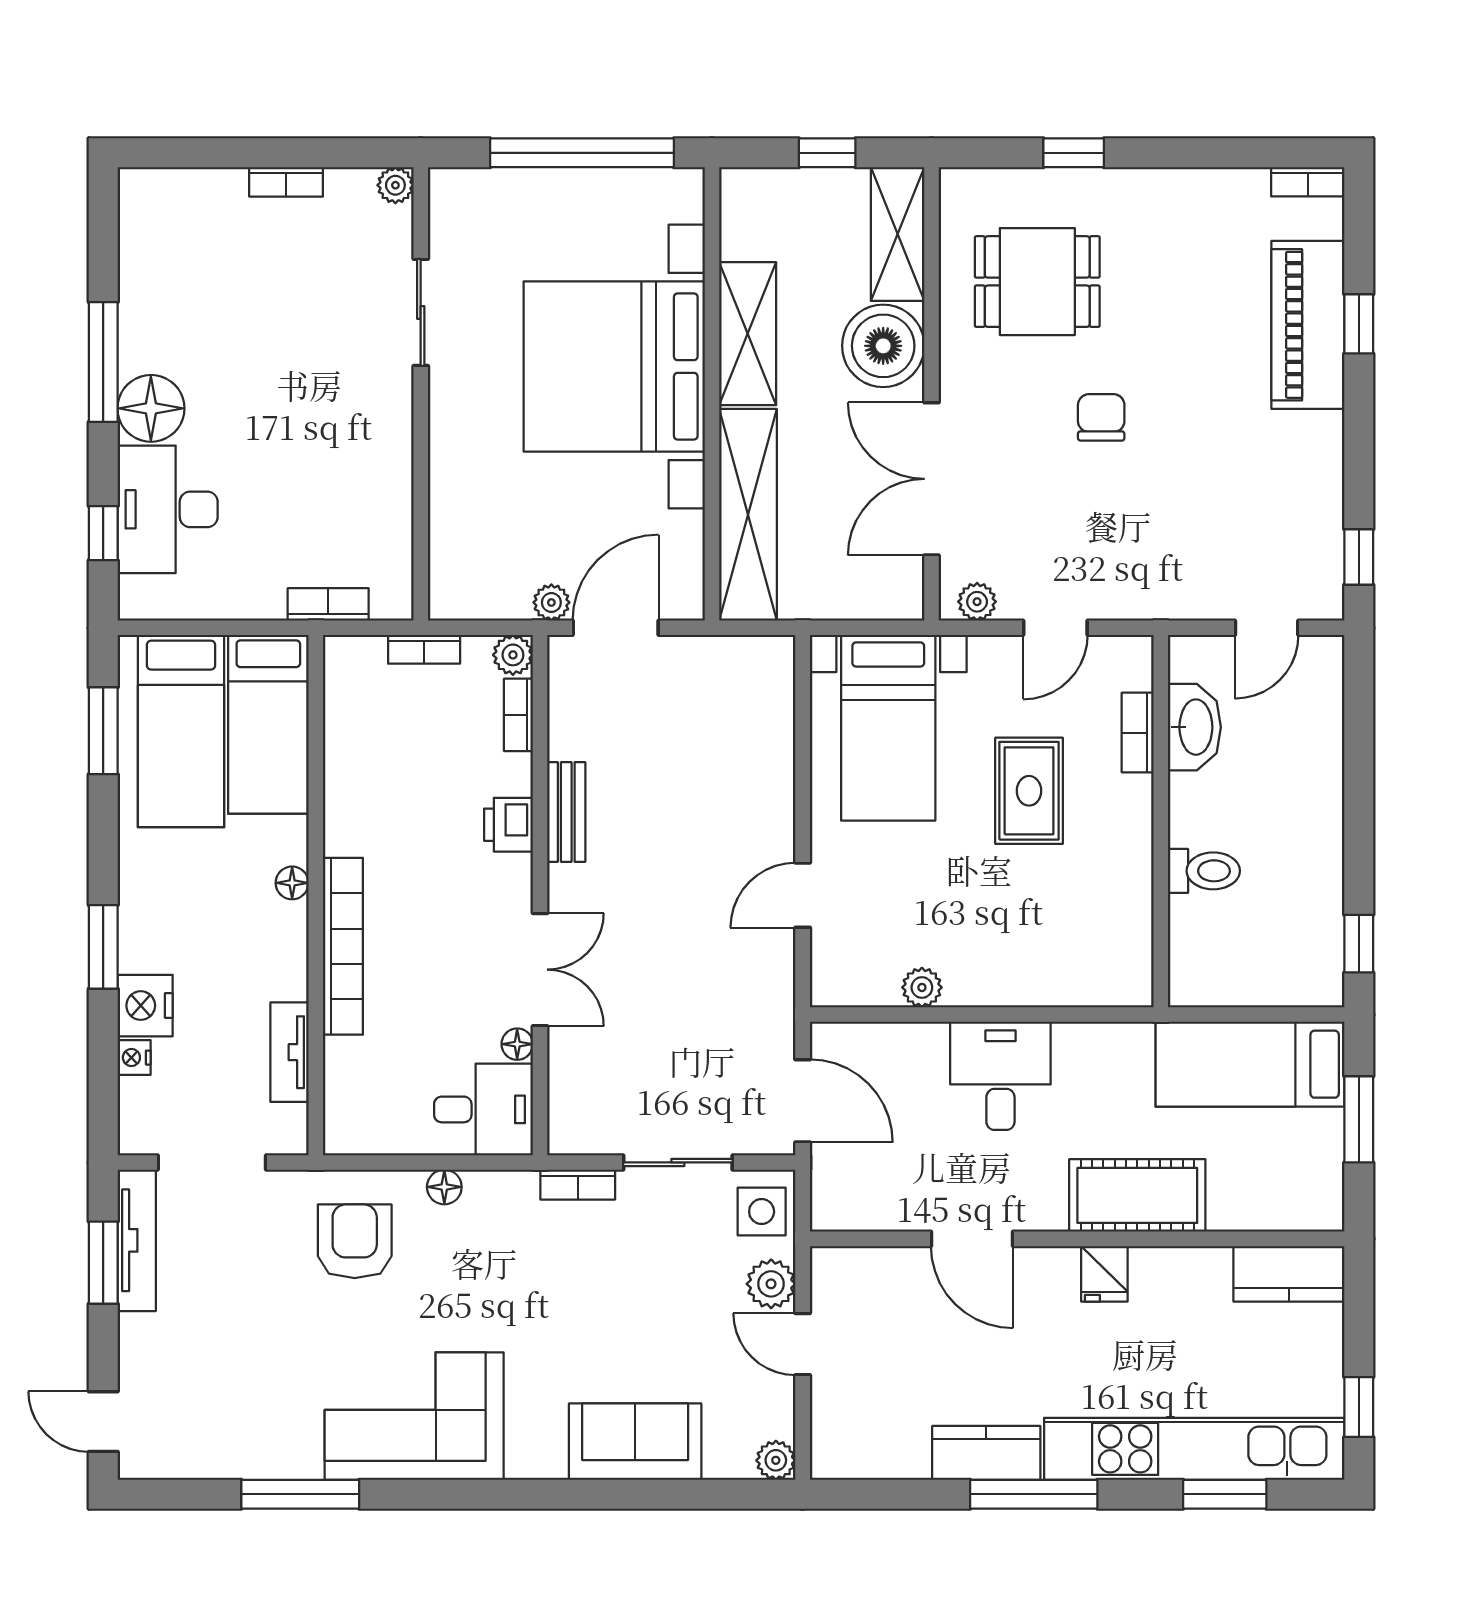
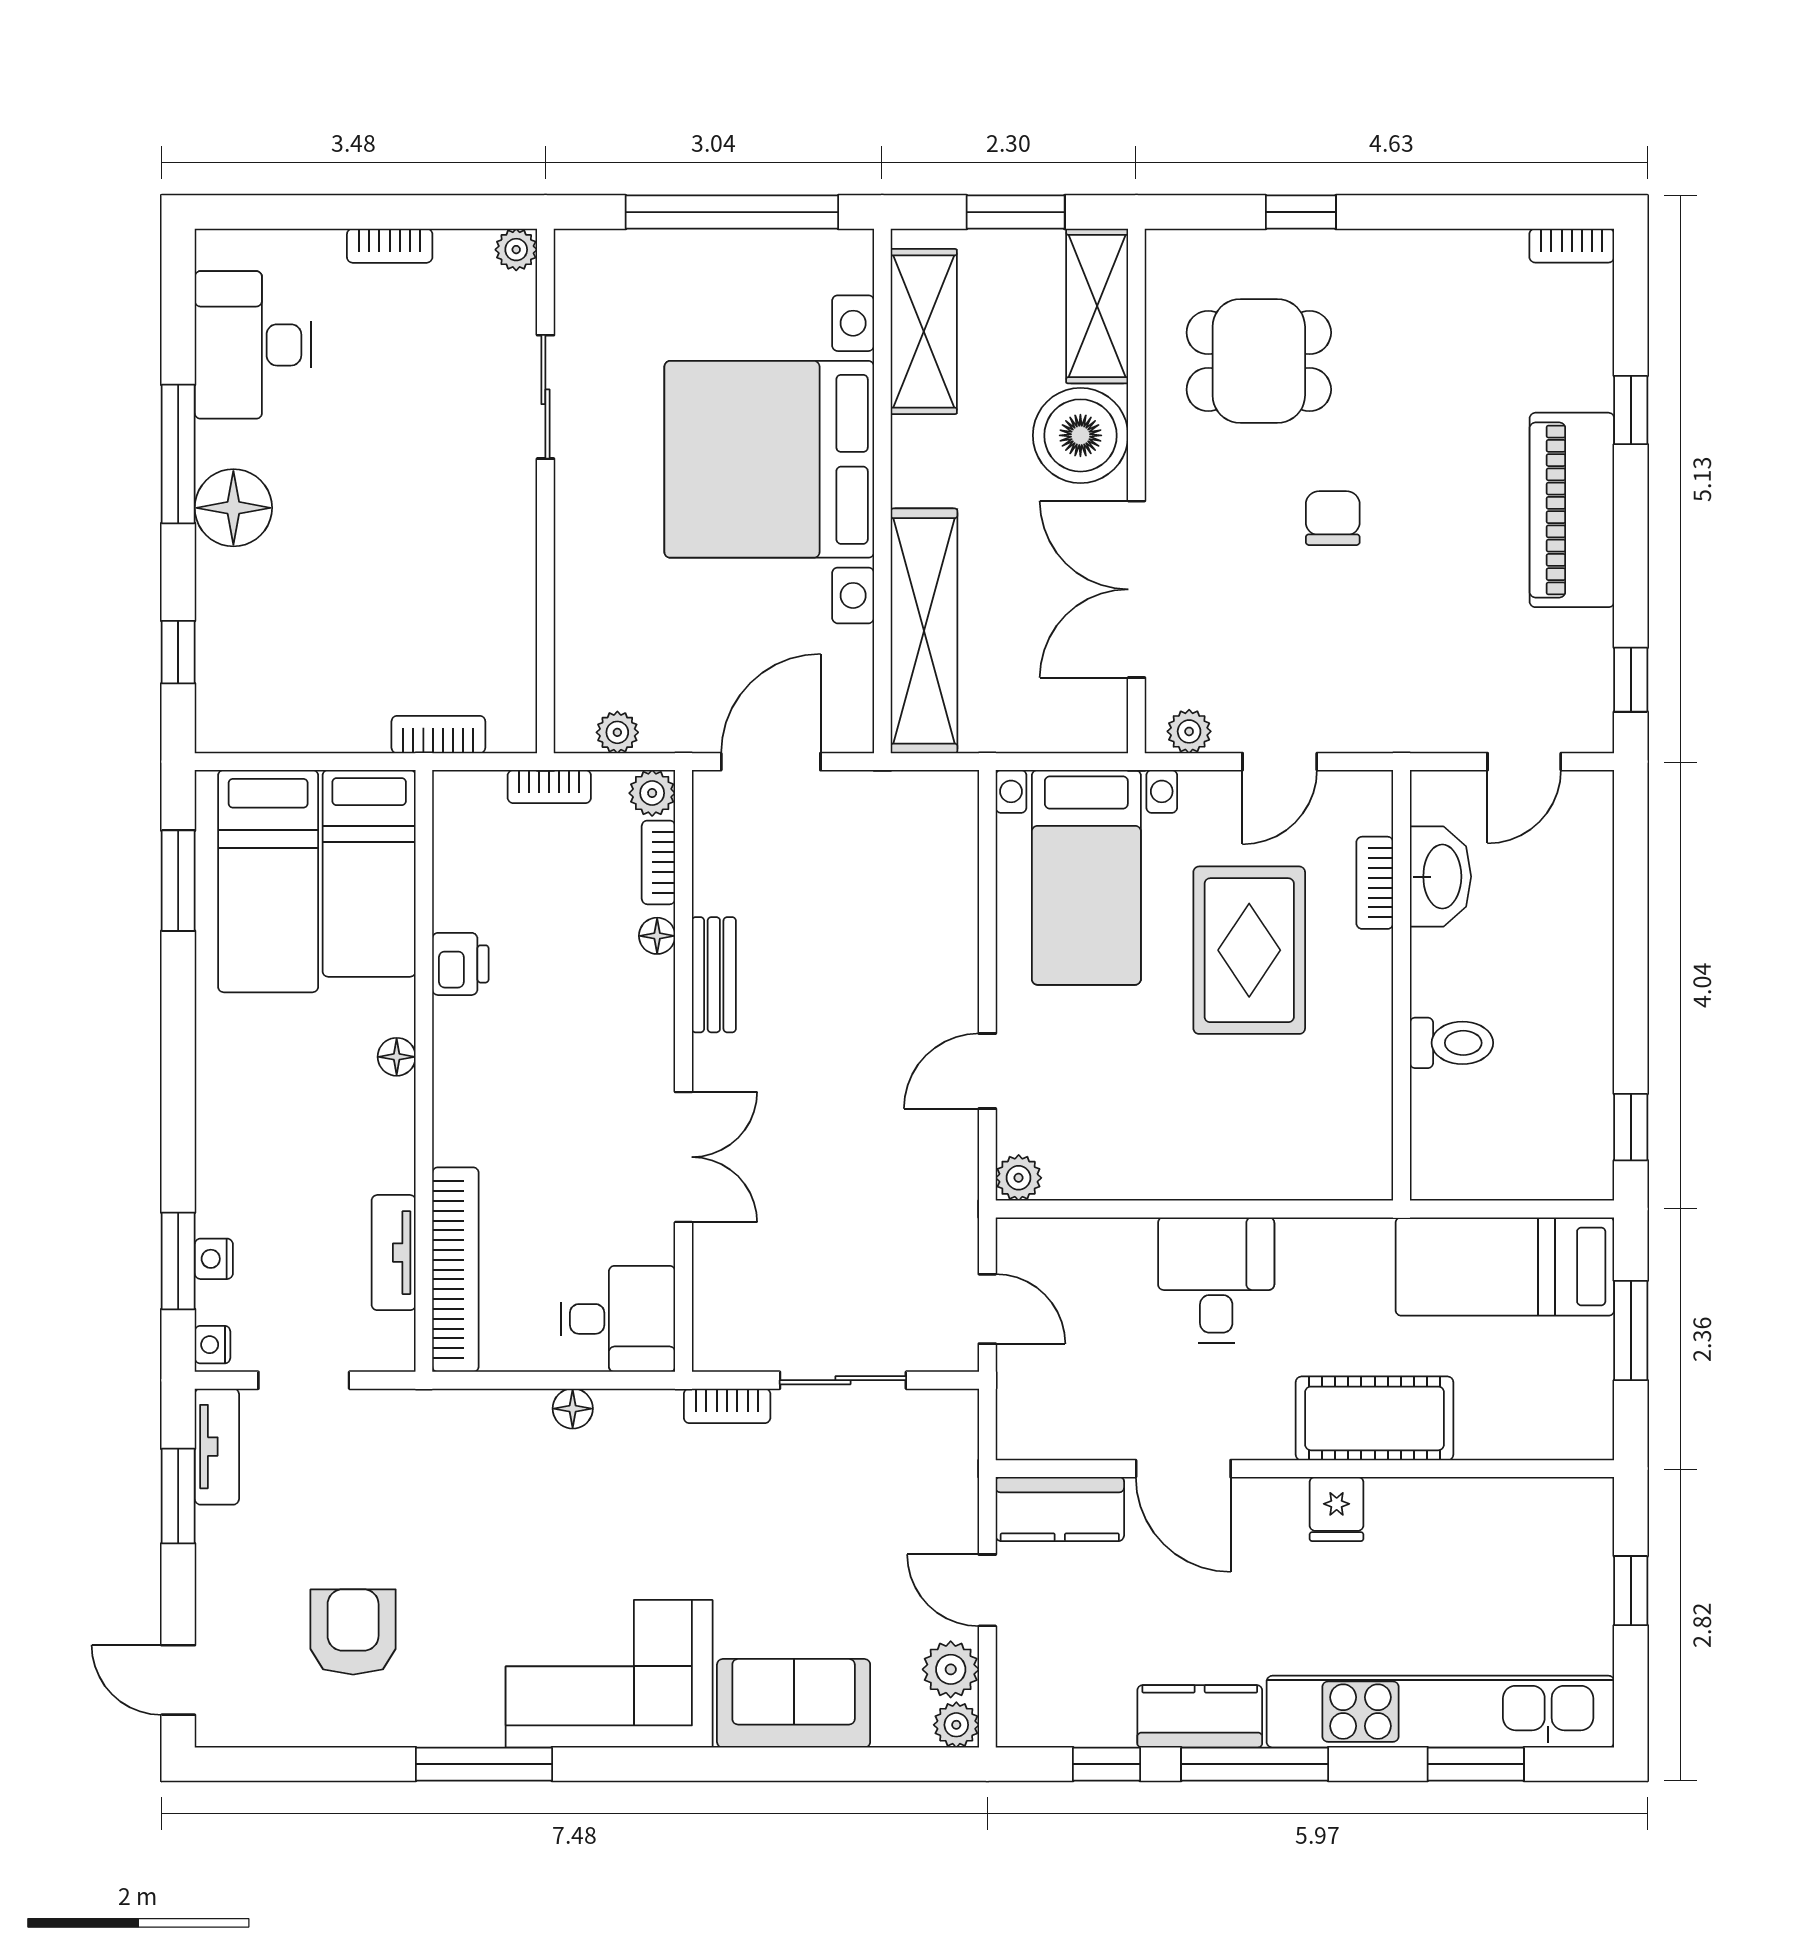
window: (827, 153) -> (1016, 212), width x1.50
piano: (1308, 325) -> (1572, 510), moved
shelving: (748, 334) -> (924, 332), moved
desk: (168, 509) -> (253, 345), moved
plant: (551, 602) -> (617, 732), moved
rug: (1029, 791) -> (1249, 950), width x1.36, depth x1.43
printer: (508, 825) -> (460, 964), moved, turned 180
bookcase: (343, 946) -> (455, 1270), moved
window: (103, 947) -> (178, 1261), moved
plant: (922, 987) -> (1019, 1178), moved
nightstand: (145, 1006) -> (212, 1345), moved, width x0.53, depth x0.56
floor lamp: (517, 1044) -> (657, 936), moved
door: (803, 1101) -> (987, 1309), width x0.73
doorway: (212, 1162) -> (304, 1380), width x0.73
side table: (762, 1212) -> (940, 1437), removed
tv unit: (137, 1240) -> (217, 1447), width x0.71
armchair: (355, 1241) -> (353, 1632), moved
kitchen counter: (1289, 1274) -> (1060, 1509), moved
plant: (771, 1284) -> (951, 1669), moved
window: (1359, 1407) -> (1631, 1591), moved
corner sofa: (414, 1416) -> (609, 1674), moved
window: (300, 1494) -> (484, 1764), moved
window: (906, 1494) -> (1106, 1764), added

